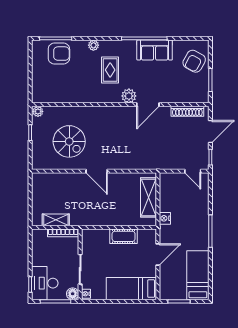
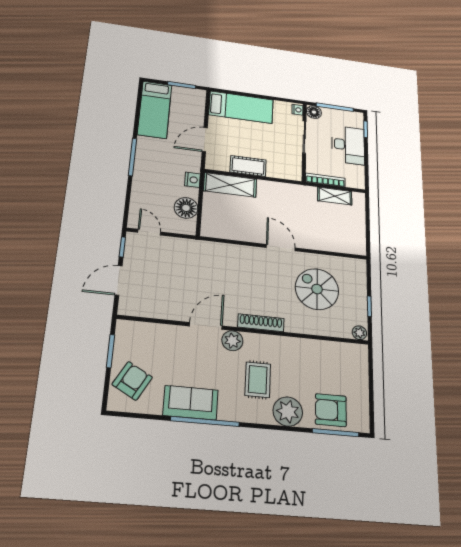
plant: (93, 45) -> (288, 412), width x1.88, depth x1.88
shoe rack: (187, 111) -> (261, 323), moved
floor lamp: (168, 194) -> (186, 208), added
shelving: (148, 197) -> (230, 185), moved, turned 90
desk: (45, 283) -> (348, 145), moved

